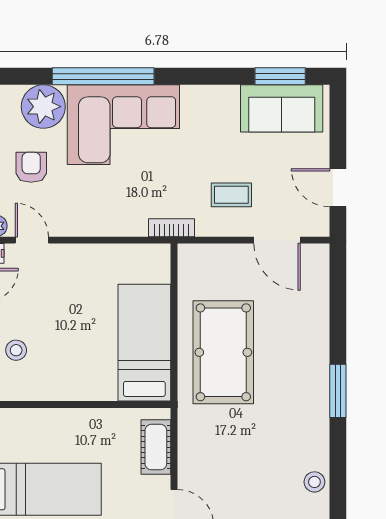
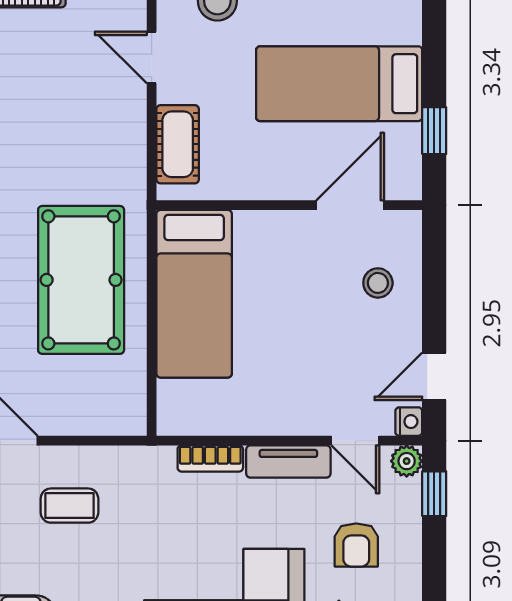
tv unit: (79, 226) -> (288, 461), added
bookcase: (172, 228) -> (210, 458), moved
door: (35, 405) -> (350, 205), added

